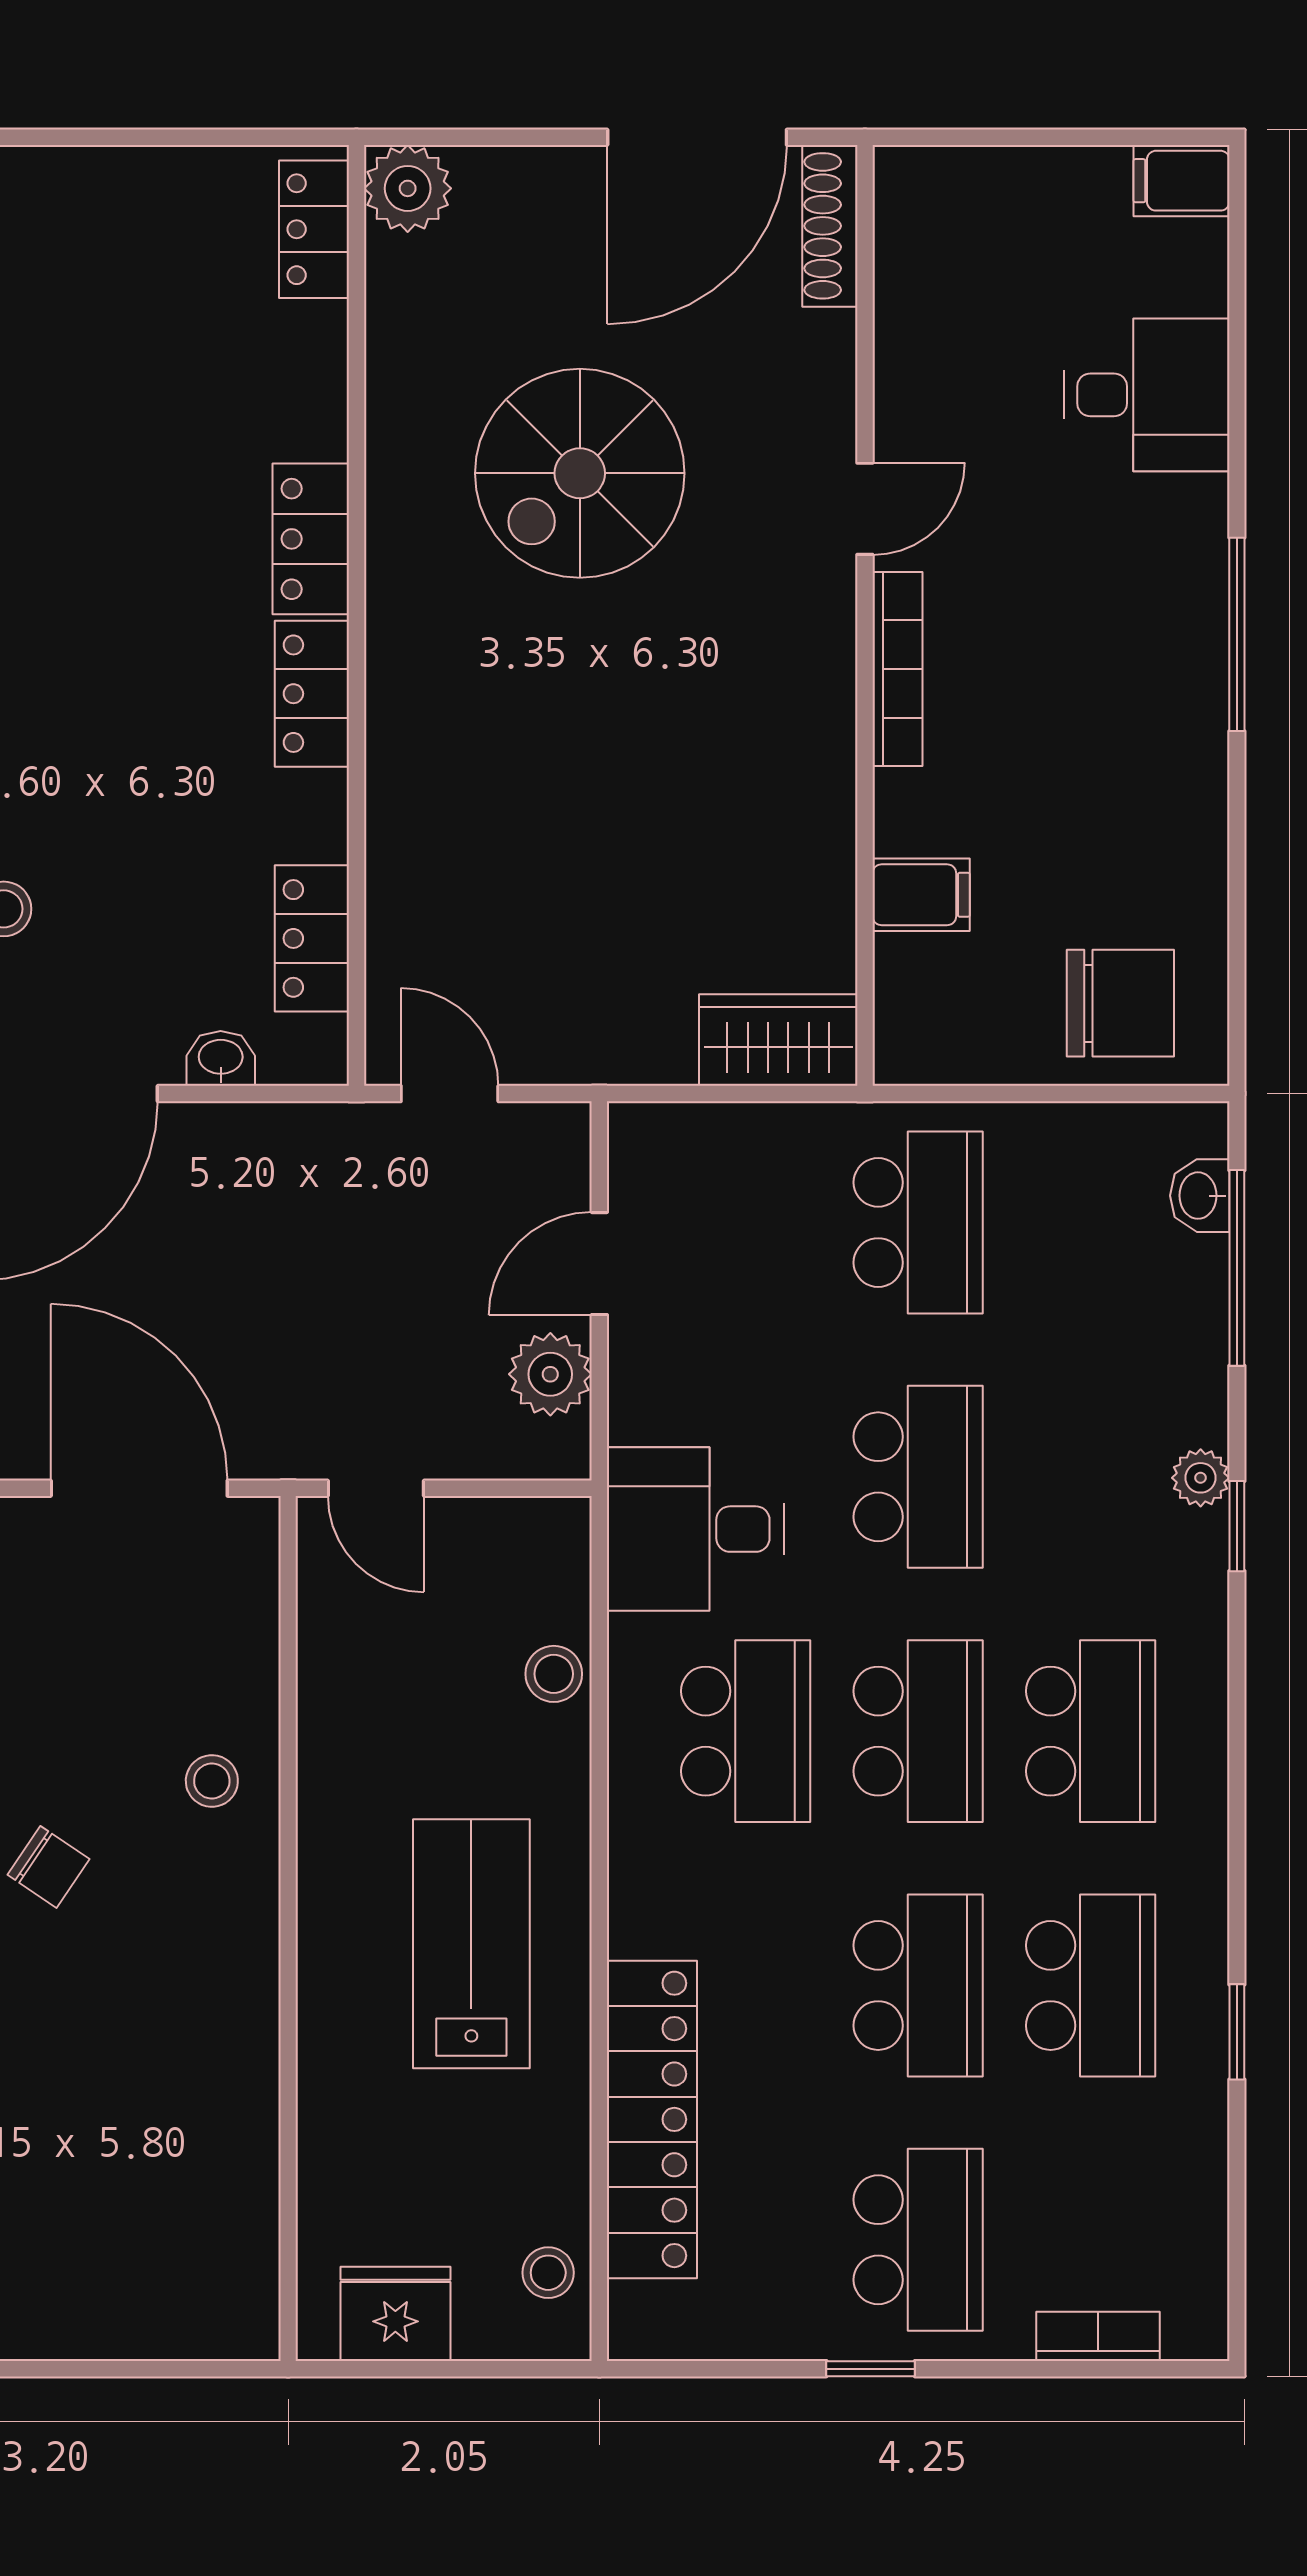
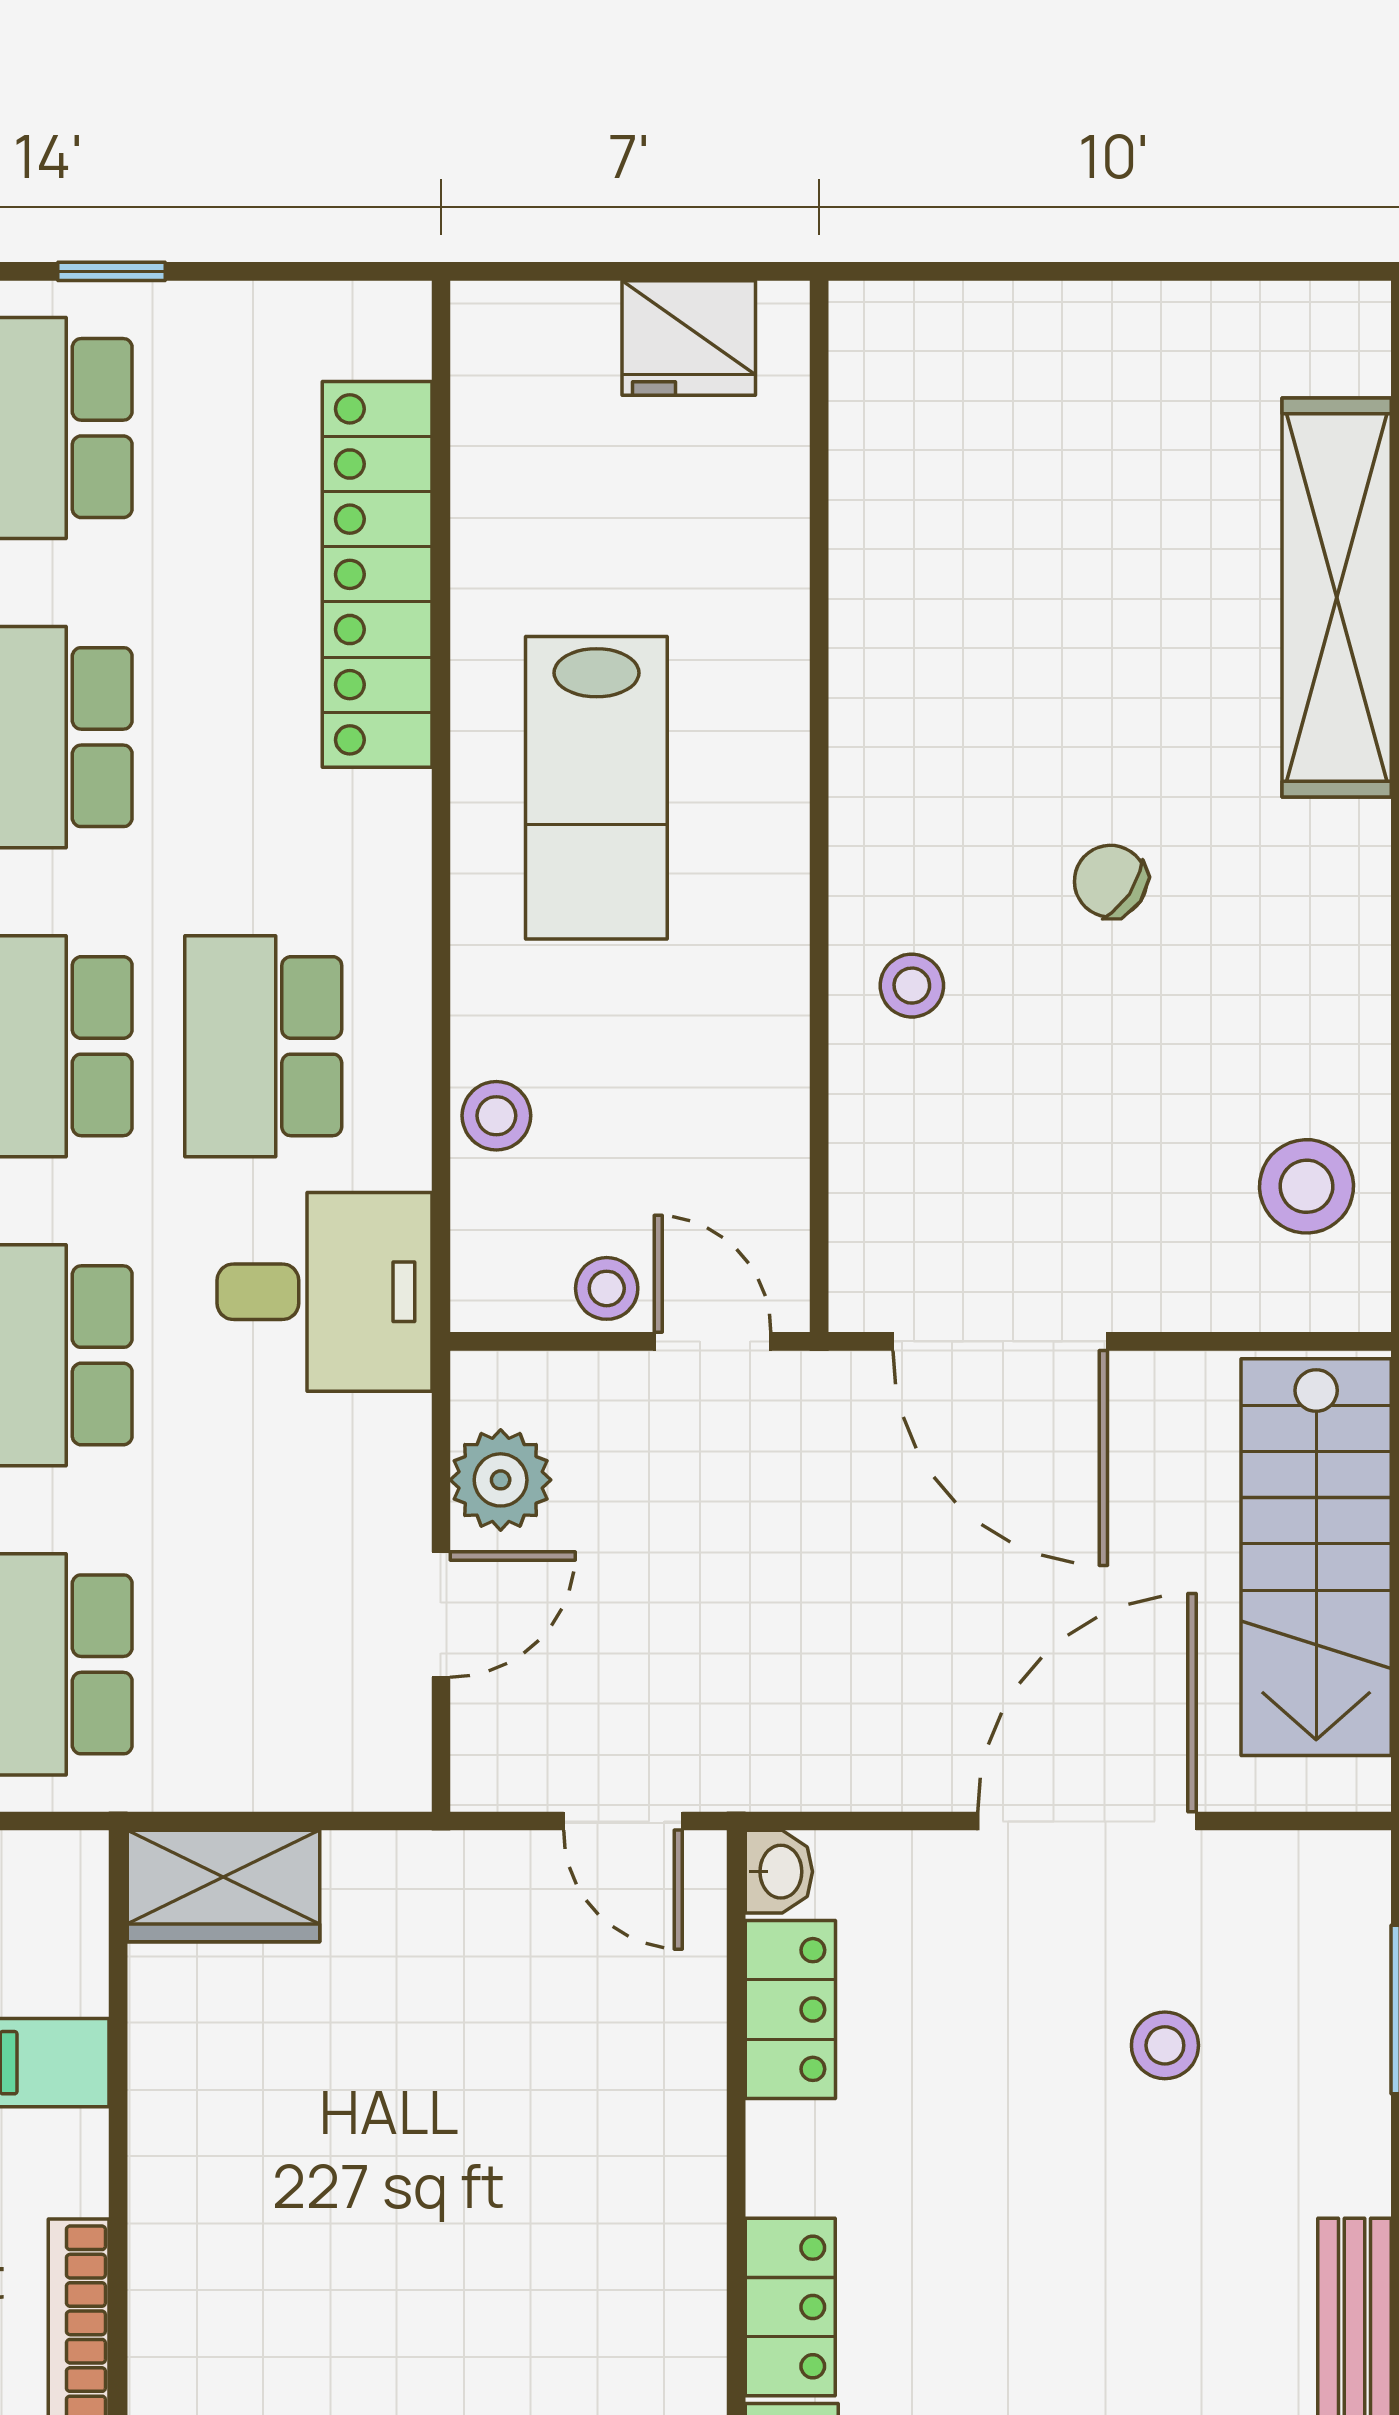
washbasin: (221, 1058) -> (779, 1872), moved, turned -90
stool: (548, 2273) -> (607, 1288), moved

